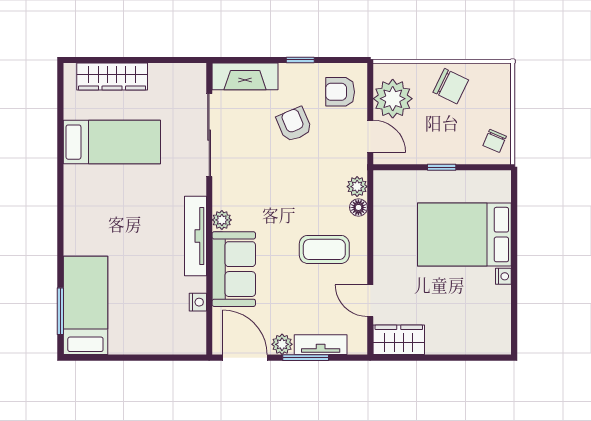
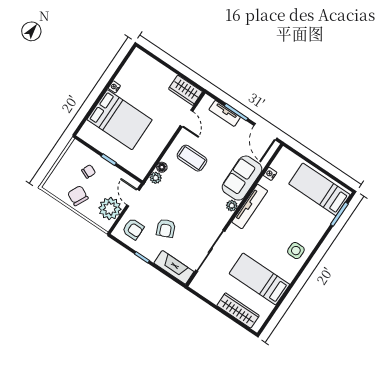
chair: (495, 141) -> (89, 171), moved
side table: (87, 218) -> (296, 251), added
bed: (85, 305) -> (319, 189), moved, turned 90
plant: (282, 344) -> (243, 126), removed

